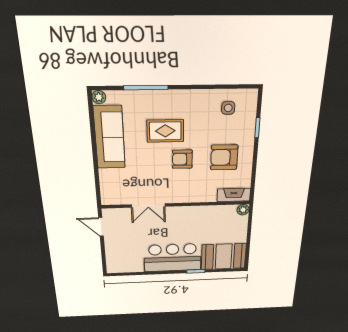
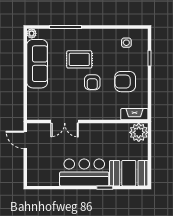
armchair: (182, 159) -> (92, 82), turned -90
plant: (243, 210) -> (139, 132), width x1.88, depth x1.88

